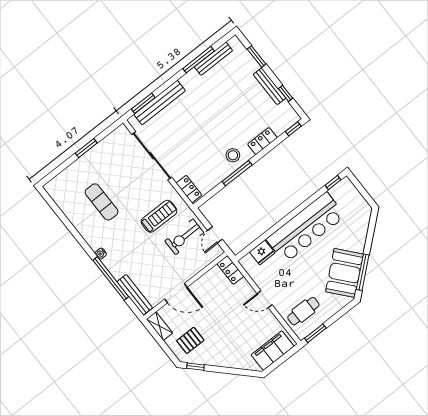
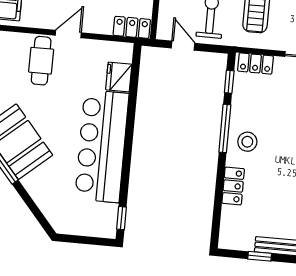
window: (293, 129) -> (229, 82), moved
cafe table: (303, 311) -> (41, 61), moved

